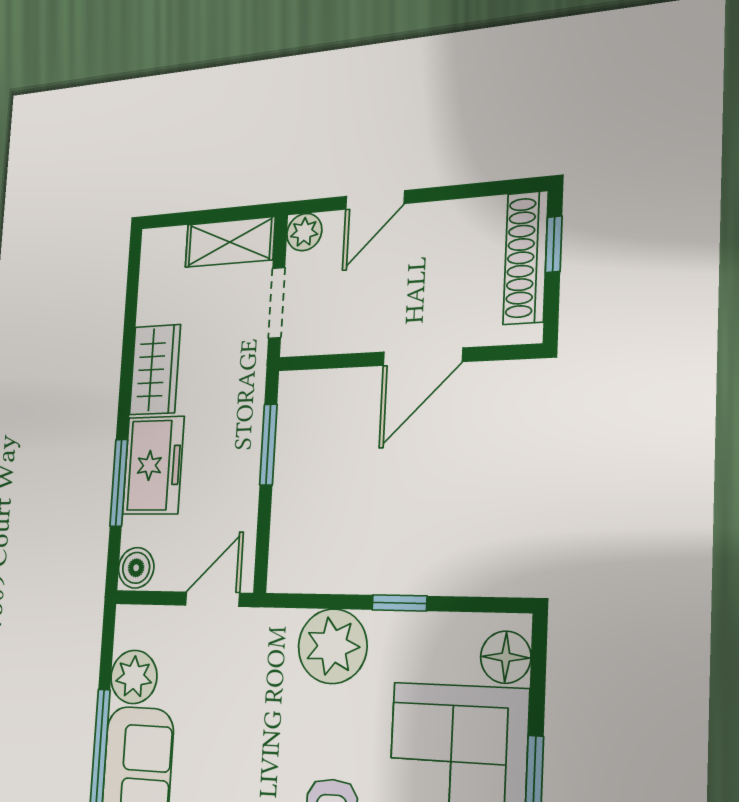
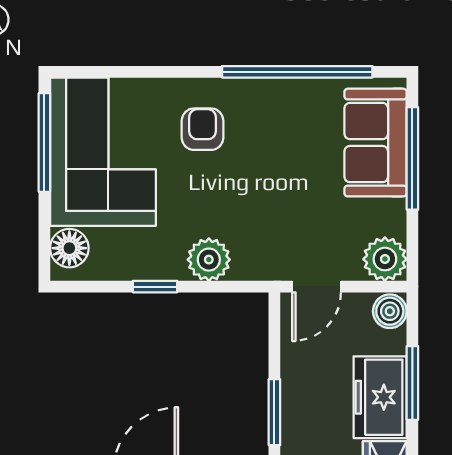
plant: (333, 646) -> (209, 260), width x0.73, depth x0.73
plant: (134, 677) -> (385, 259), moved

